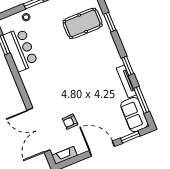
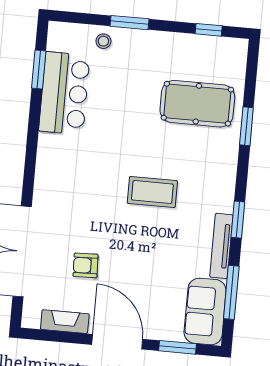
coffee table: (83, 73) -> (152, 192), added
fireplace: (65, 155) -> (65, 322), moved

